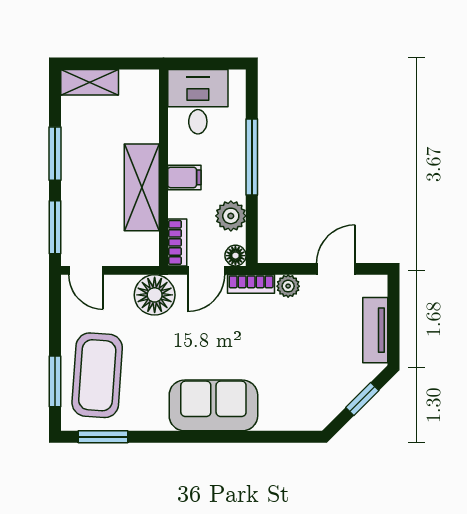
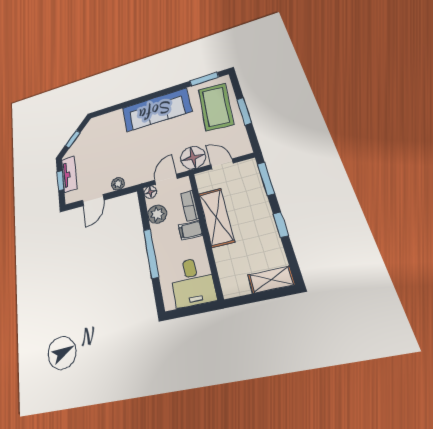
window: (55, 154) -> (281, 225), width x0.67
bookcase: (177, 242) -> (190, 206), moved
door: (86, 270) -> (222, 164), moved
bookcase: (251, 284) -> (139, 179), removed
window: (394, 322) -> (61, 181), added
window: (55, 381) -> (244, 111), moved
sofa: (213, 405) -> (156, 110), width x1.36

